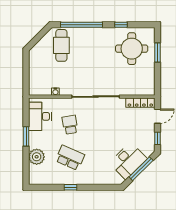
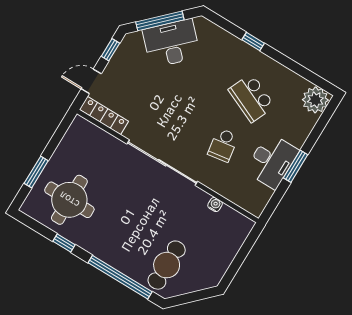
desk: (40, 116) -> (272, 161), moved
plant: (37, 157) -> (315, 100), moved
window: (70, 187) -> (253, 42), moved

